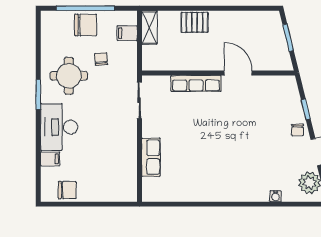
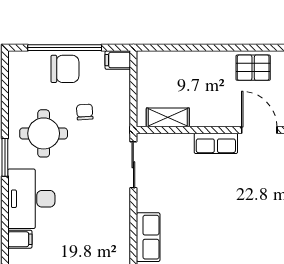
pallet: (195, 22) -> (253, 68), moved
shelving: (149, 27) -> (168, 117), moved, turned 90
filing cabinet: (127, 33) -> (118, 60), moved
row of seats: (196, 83) -> (216, 143), width x0.68

